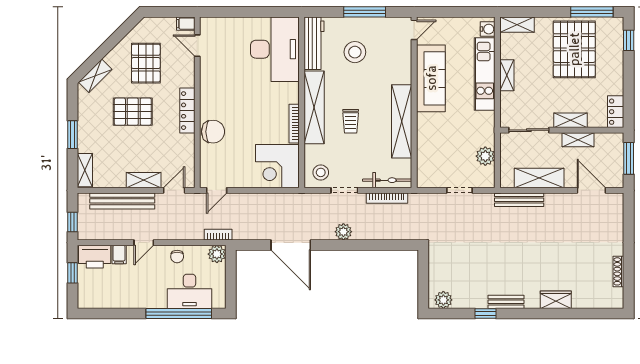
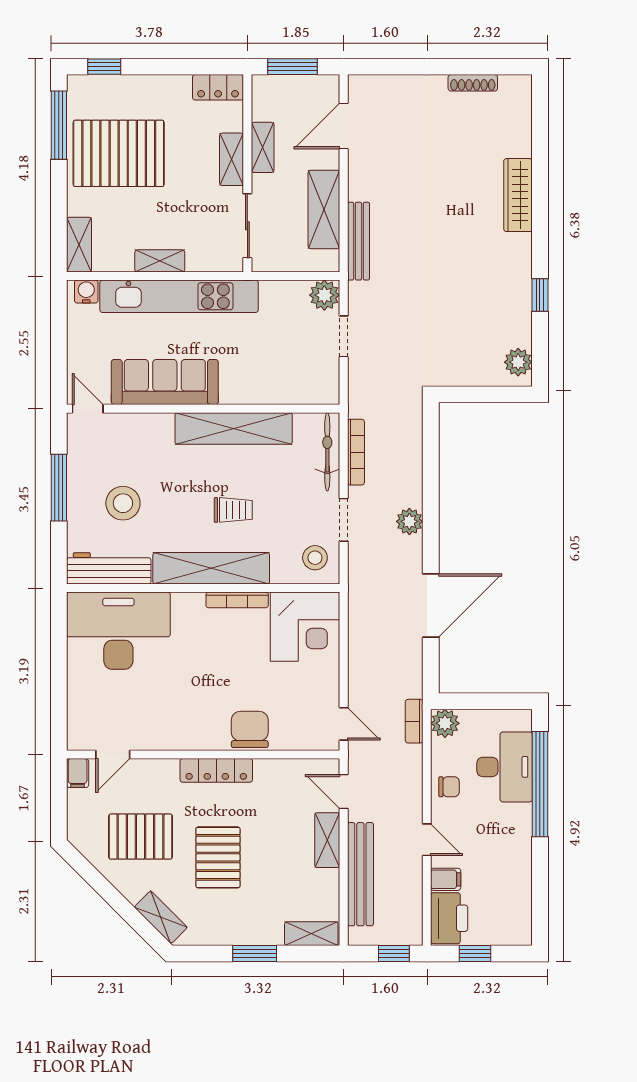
kitchen unit: (485, 74) -> (179, 296), width x1.36
plant: (485, 156) -> (324, 295), moved
wardrobe: (556, 300) -> (518, 195), width x1.50
bench: (506, 302) -> (521, 262), removed

